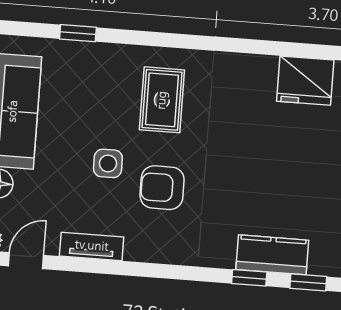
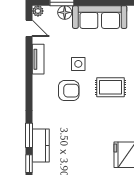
armchair: (162, 188) -> (69, 91), turned 90
window: (249, 278) -> (29, 135), width x1.50

